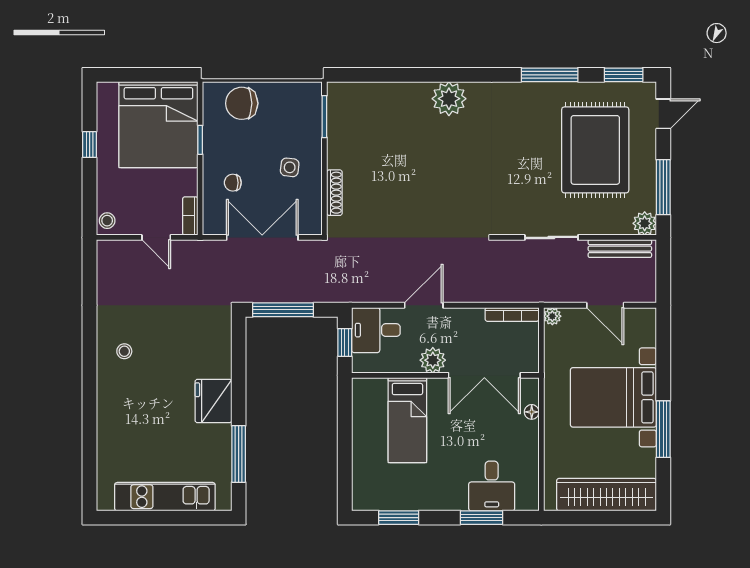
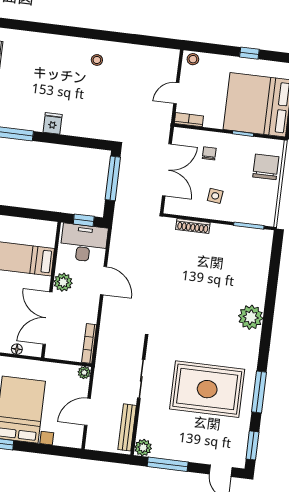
rug: (595, 150) -> (207, 389), moved
desk: (376, 330) -> (84, 243), width x1.37
fridge: (213, 401) -> (53, 123), width x0.53, depth x0.75

